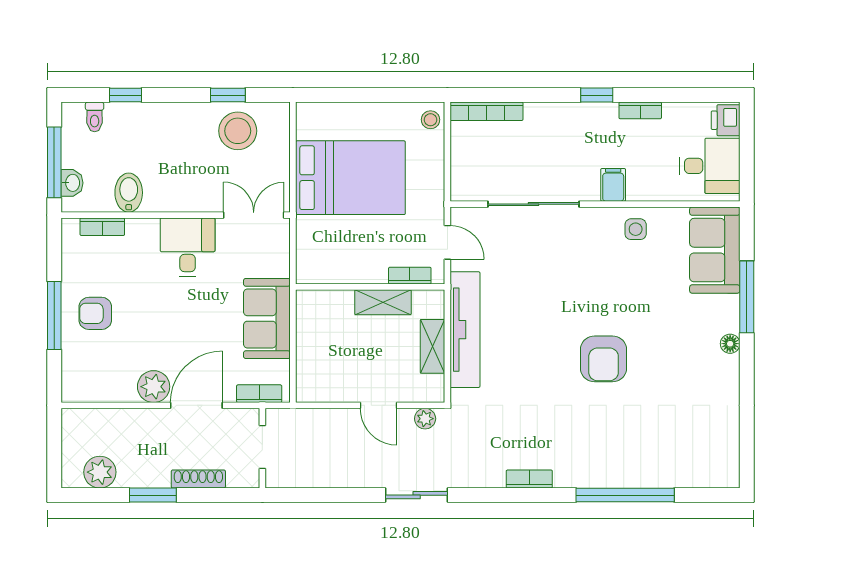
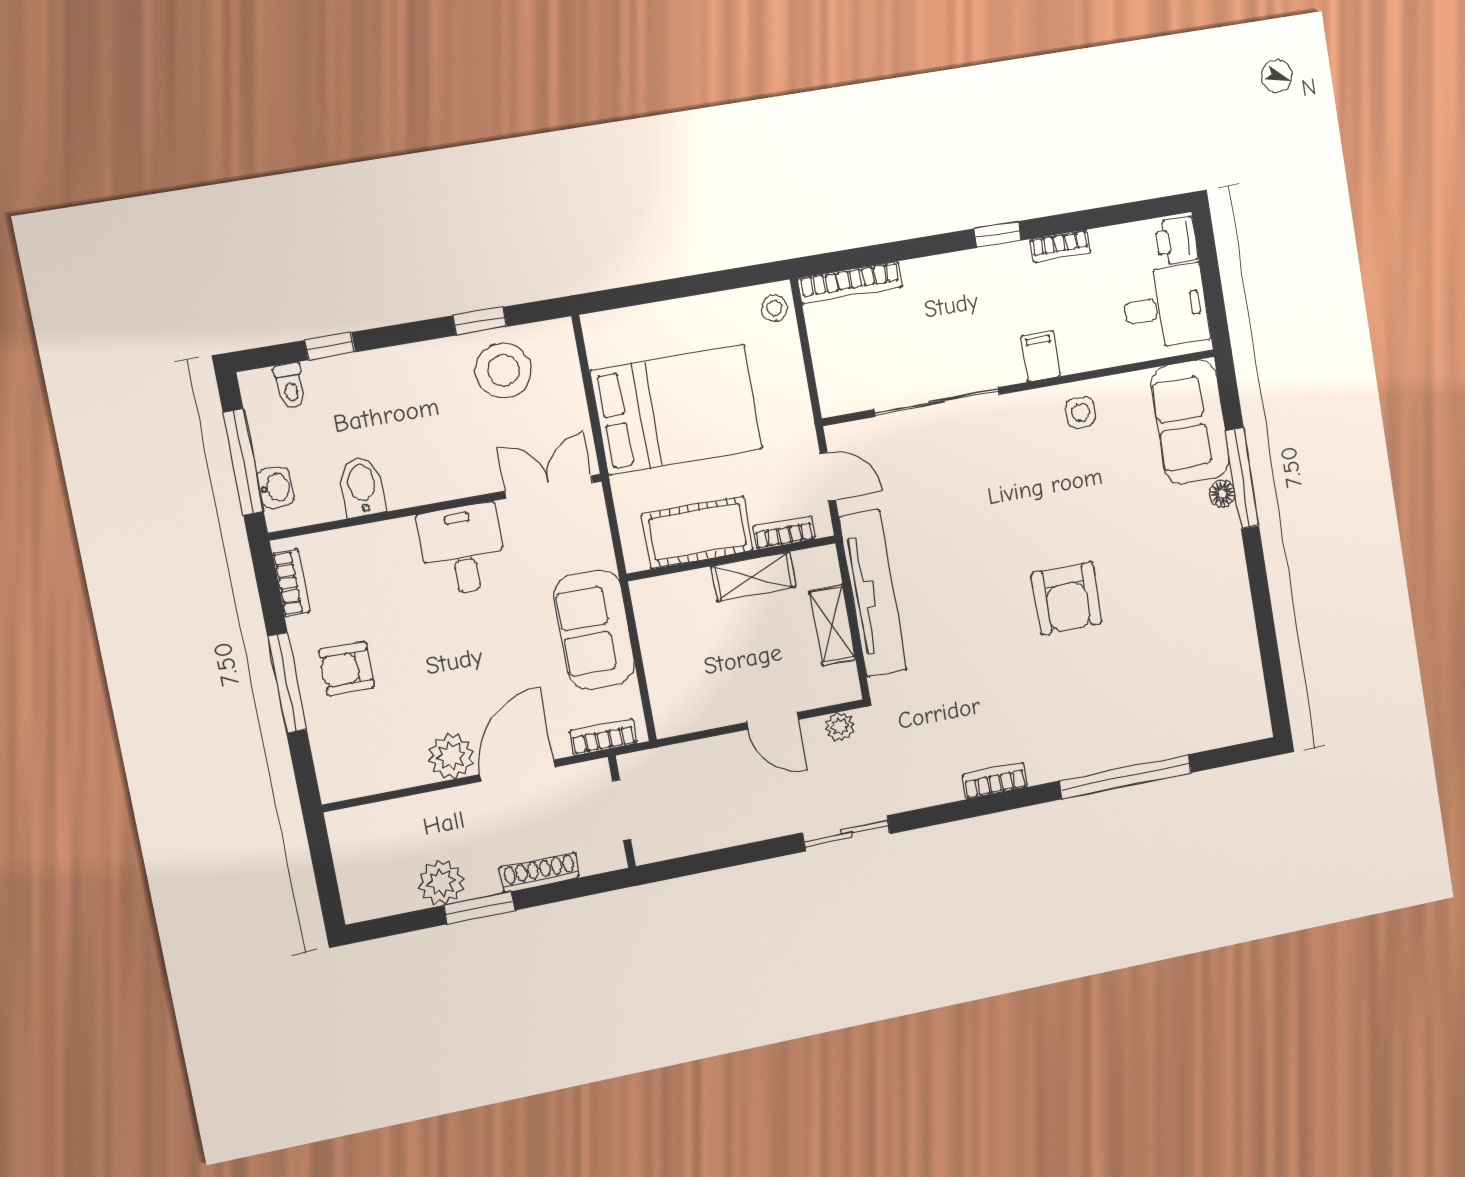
bookcase: (102, 227) -> (291, 583), moved, turned -90
cot: (350, 264) -> (697, 532), added
floor lamp: (730, 344) -> (1222, 494), moved
plant: (100, 472) -> (441, 882), moved

